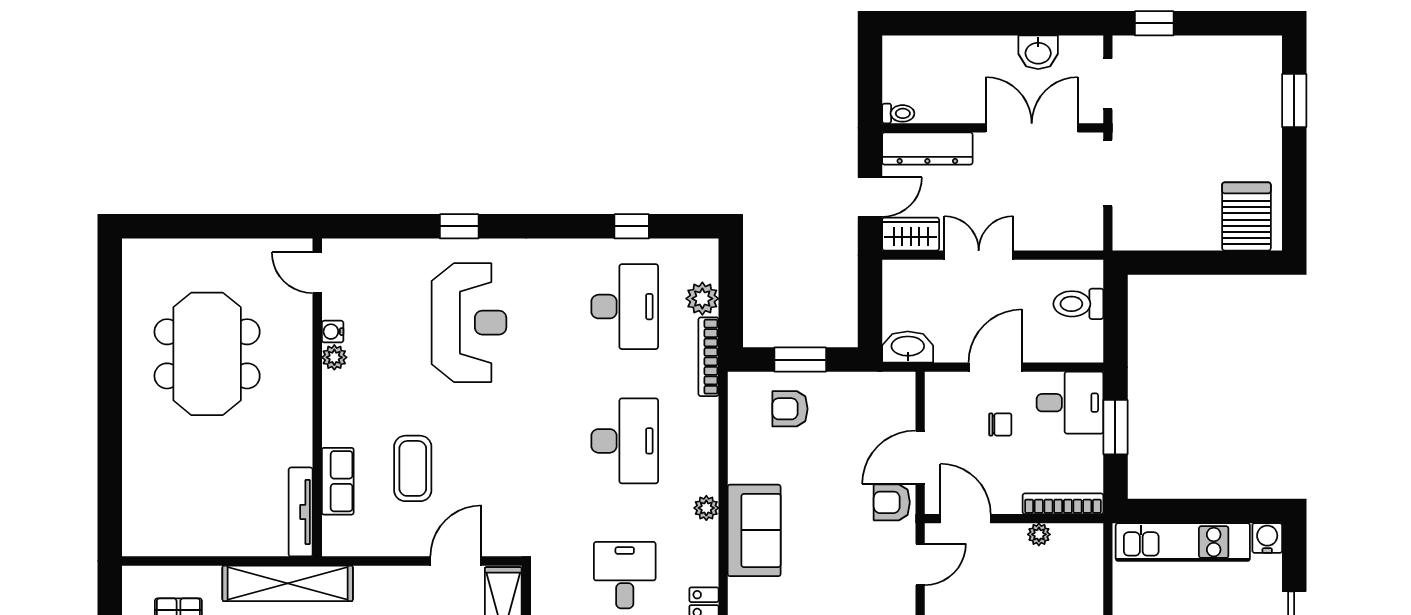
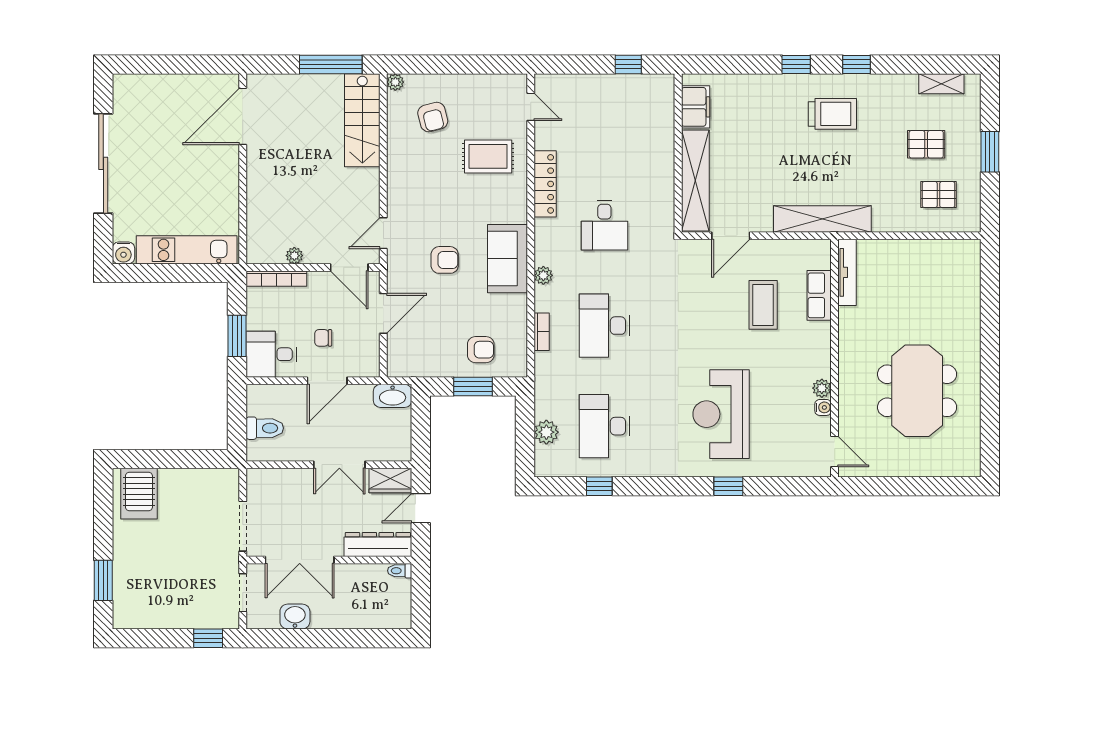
bookcase: (709, 357) -> (542, 332), moved, width x0.64
armchair: (892, 502) -> (445, 260), moved
shelving: (288, 583) -> (822, 219), moved

